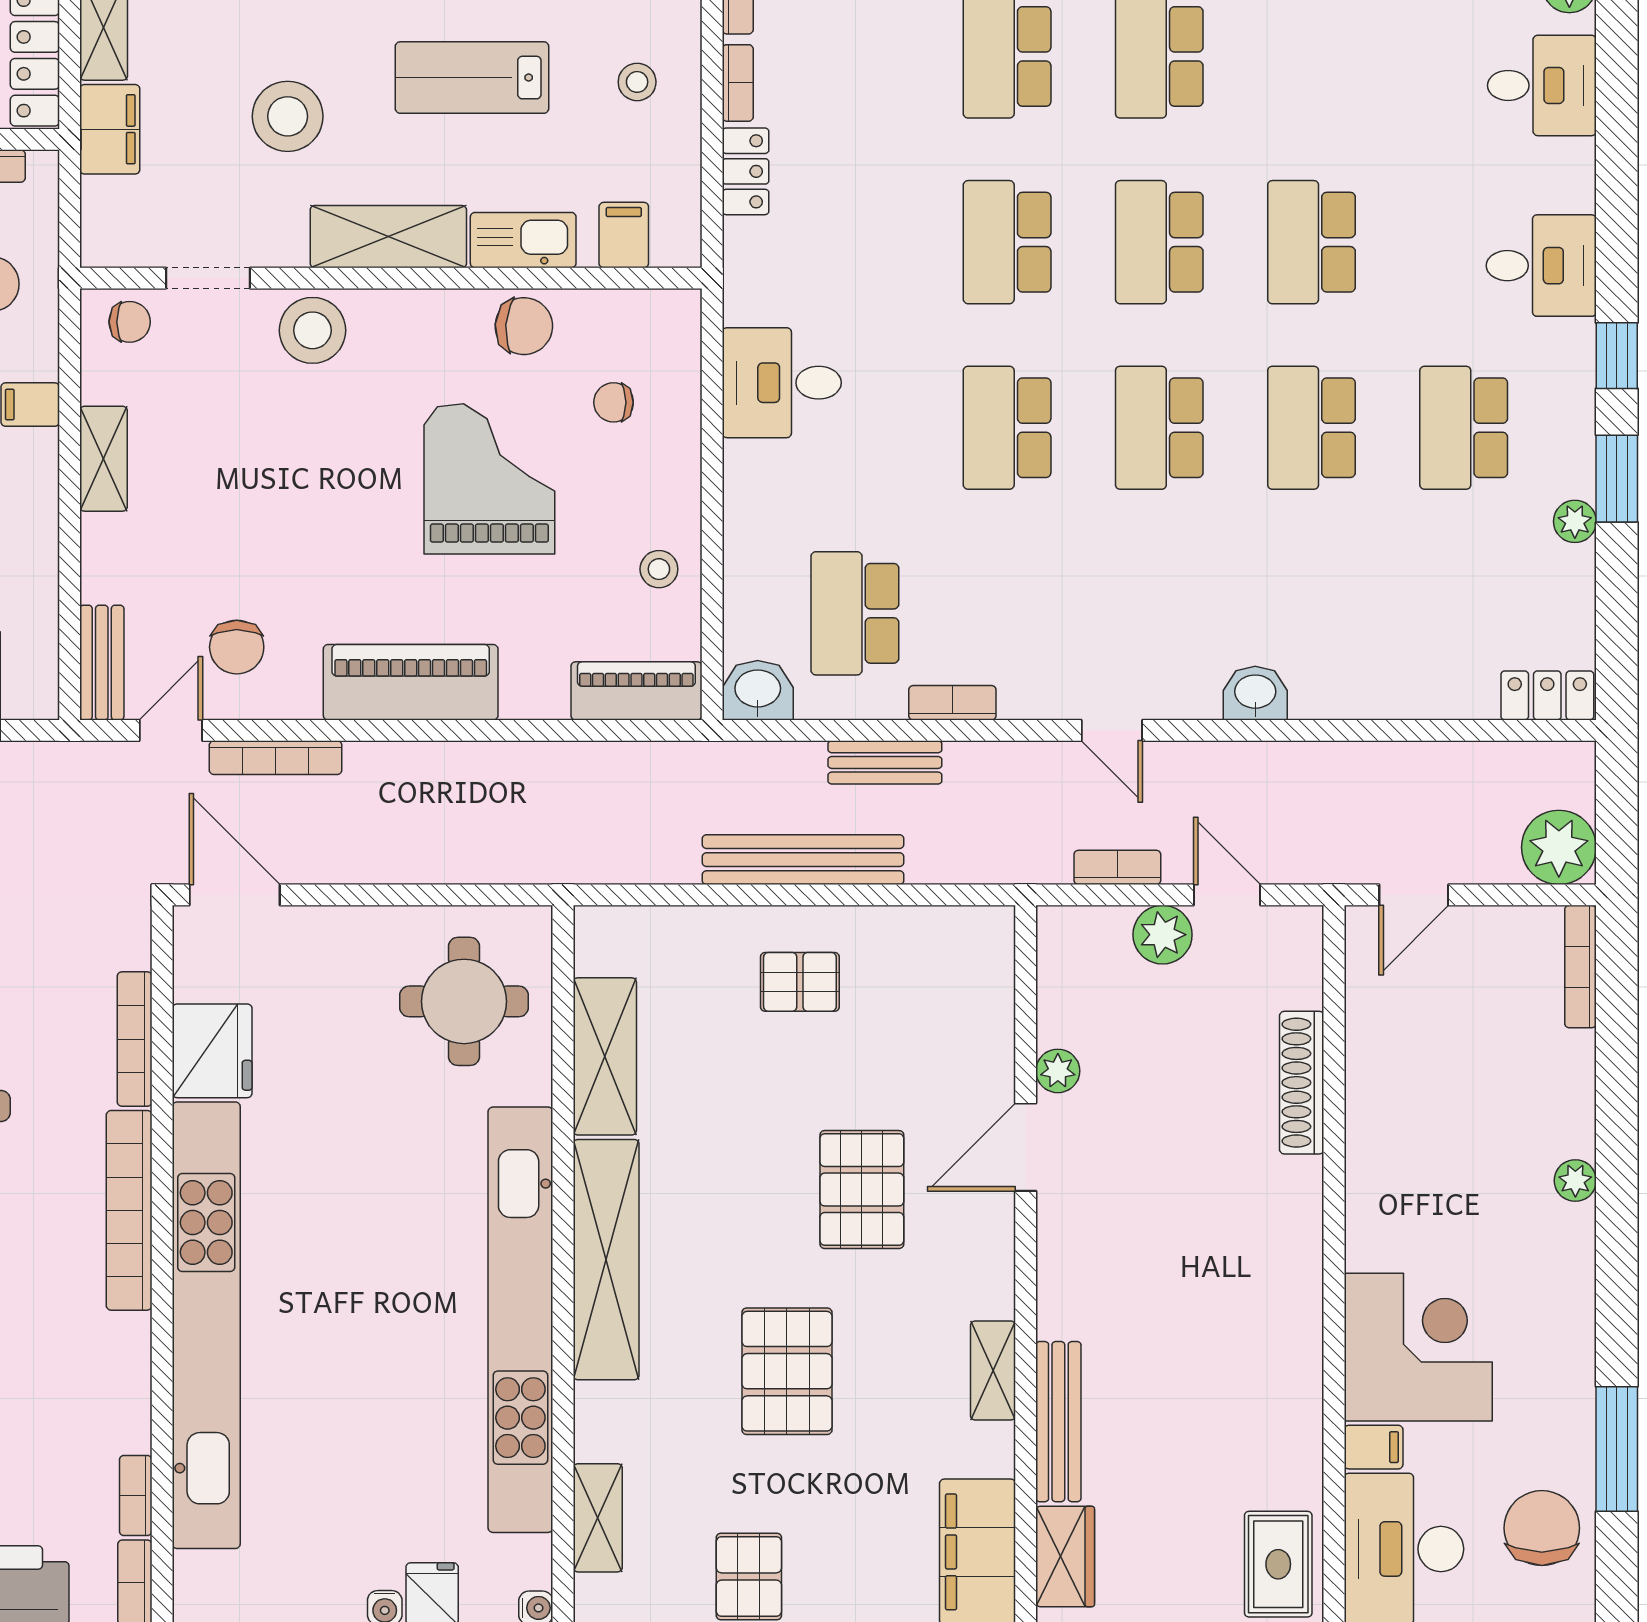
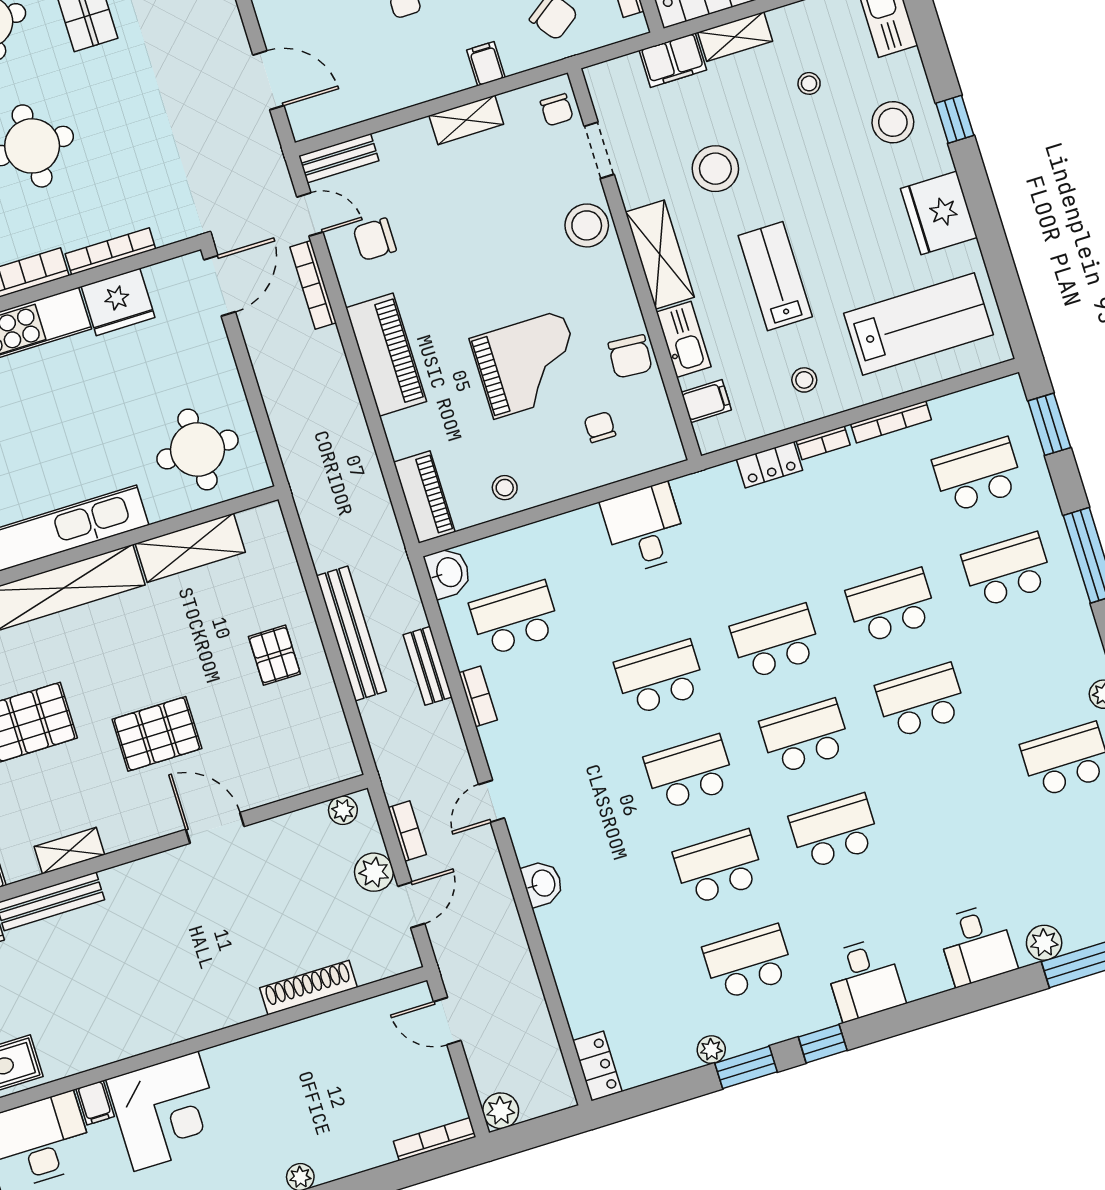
plant: (1559, 847) -> (501, 1111), width x0.73, depth x0.73
plant: (1058, 1071) -> (343, 810), moved

